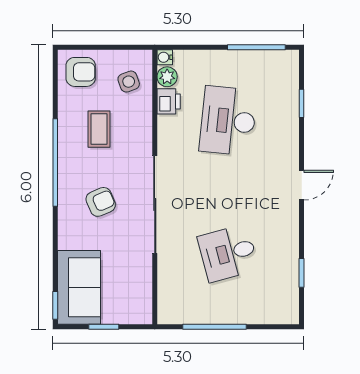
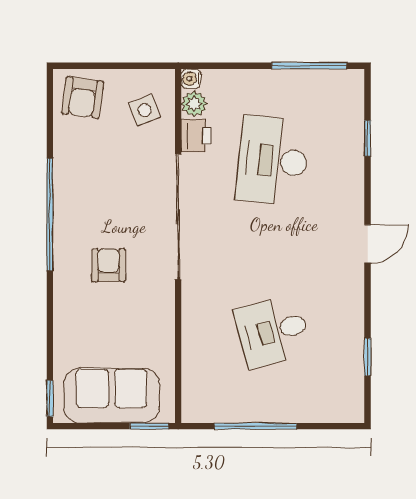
armchair: (81, 72) -> (83, 98), turned 98
coffee table: (99, 129) -> (106, 171), removed
armchair: (101, 202) -> (109, 265), turned -67
sliding door: (155, 205) -> (178, 217), moved
sofa: (79, 287) -> (112, 396), moved, turned -90
window: (104, 327) -> (149, 426), moved

